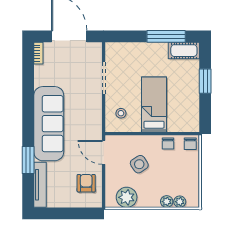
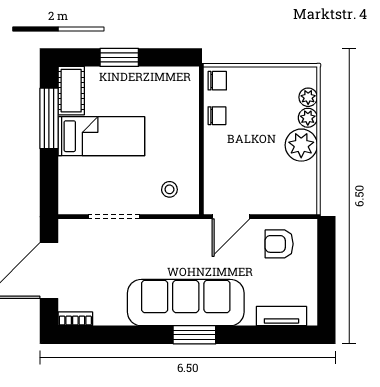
bed: (154, 104) -> (101, 136), moved, turned 180
window: (28, 160) -> (194, 335), moved
side table: (139, 164) -> (249, 161), removed
tv unit: (40, 185) -> (281, 316), width x0.71
plant: (127, 197) -> (301, 145), moved

